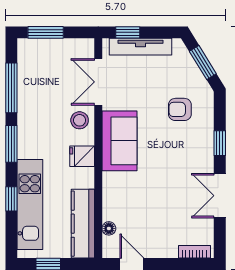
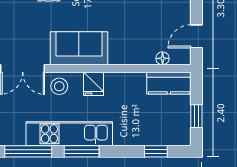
window: (11, 199) -> (156, 151), moved
kitchen unit: (30, 204) -> (69, 134), moved
kitchen counter: (83, 224) -> (169, 83), width x0.67

